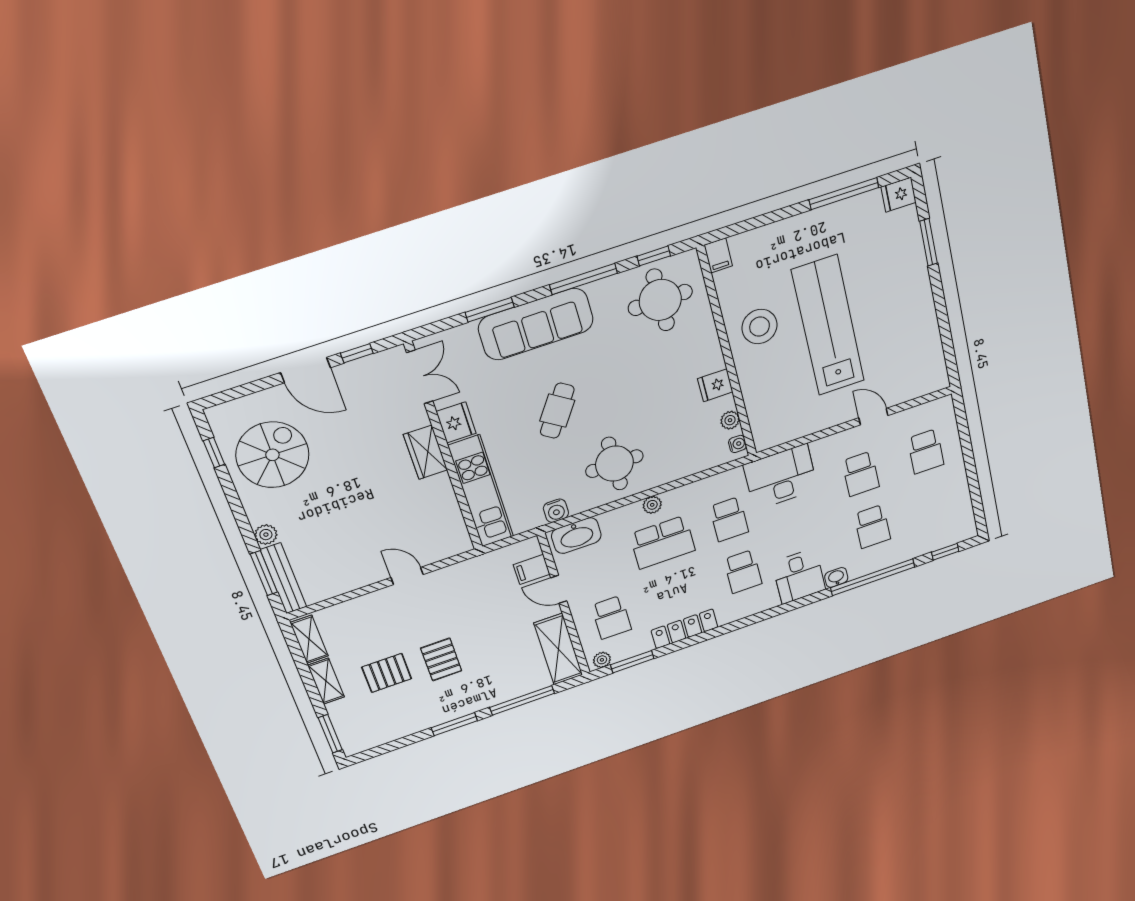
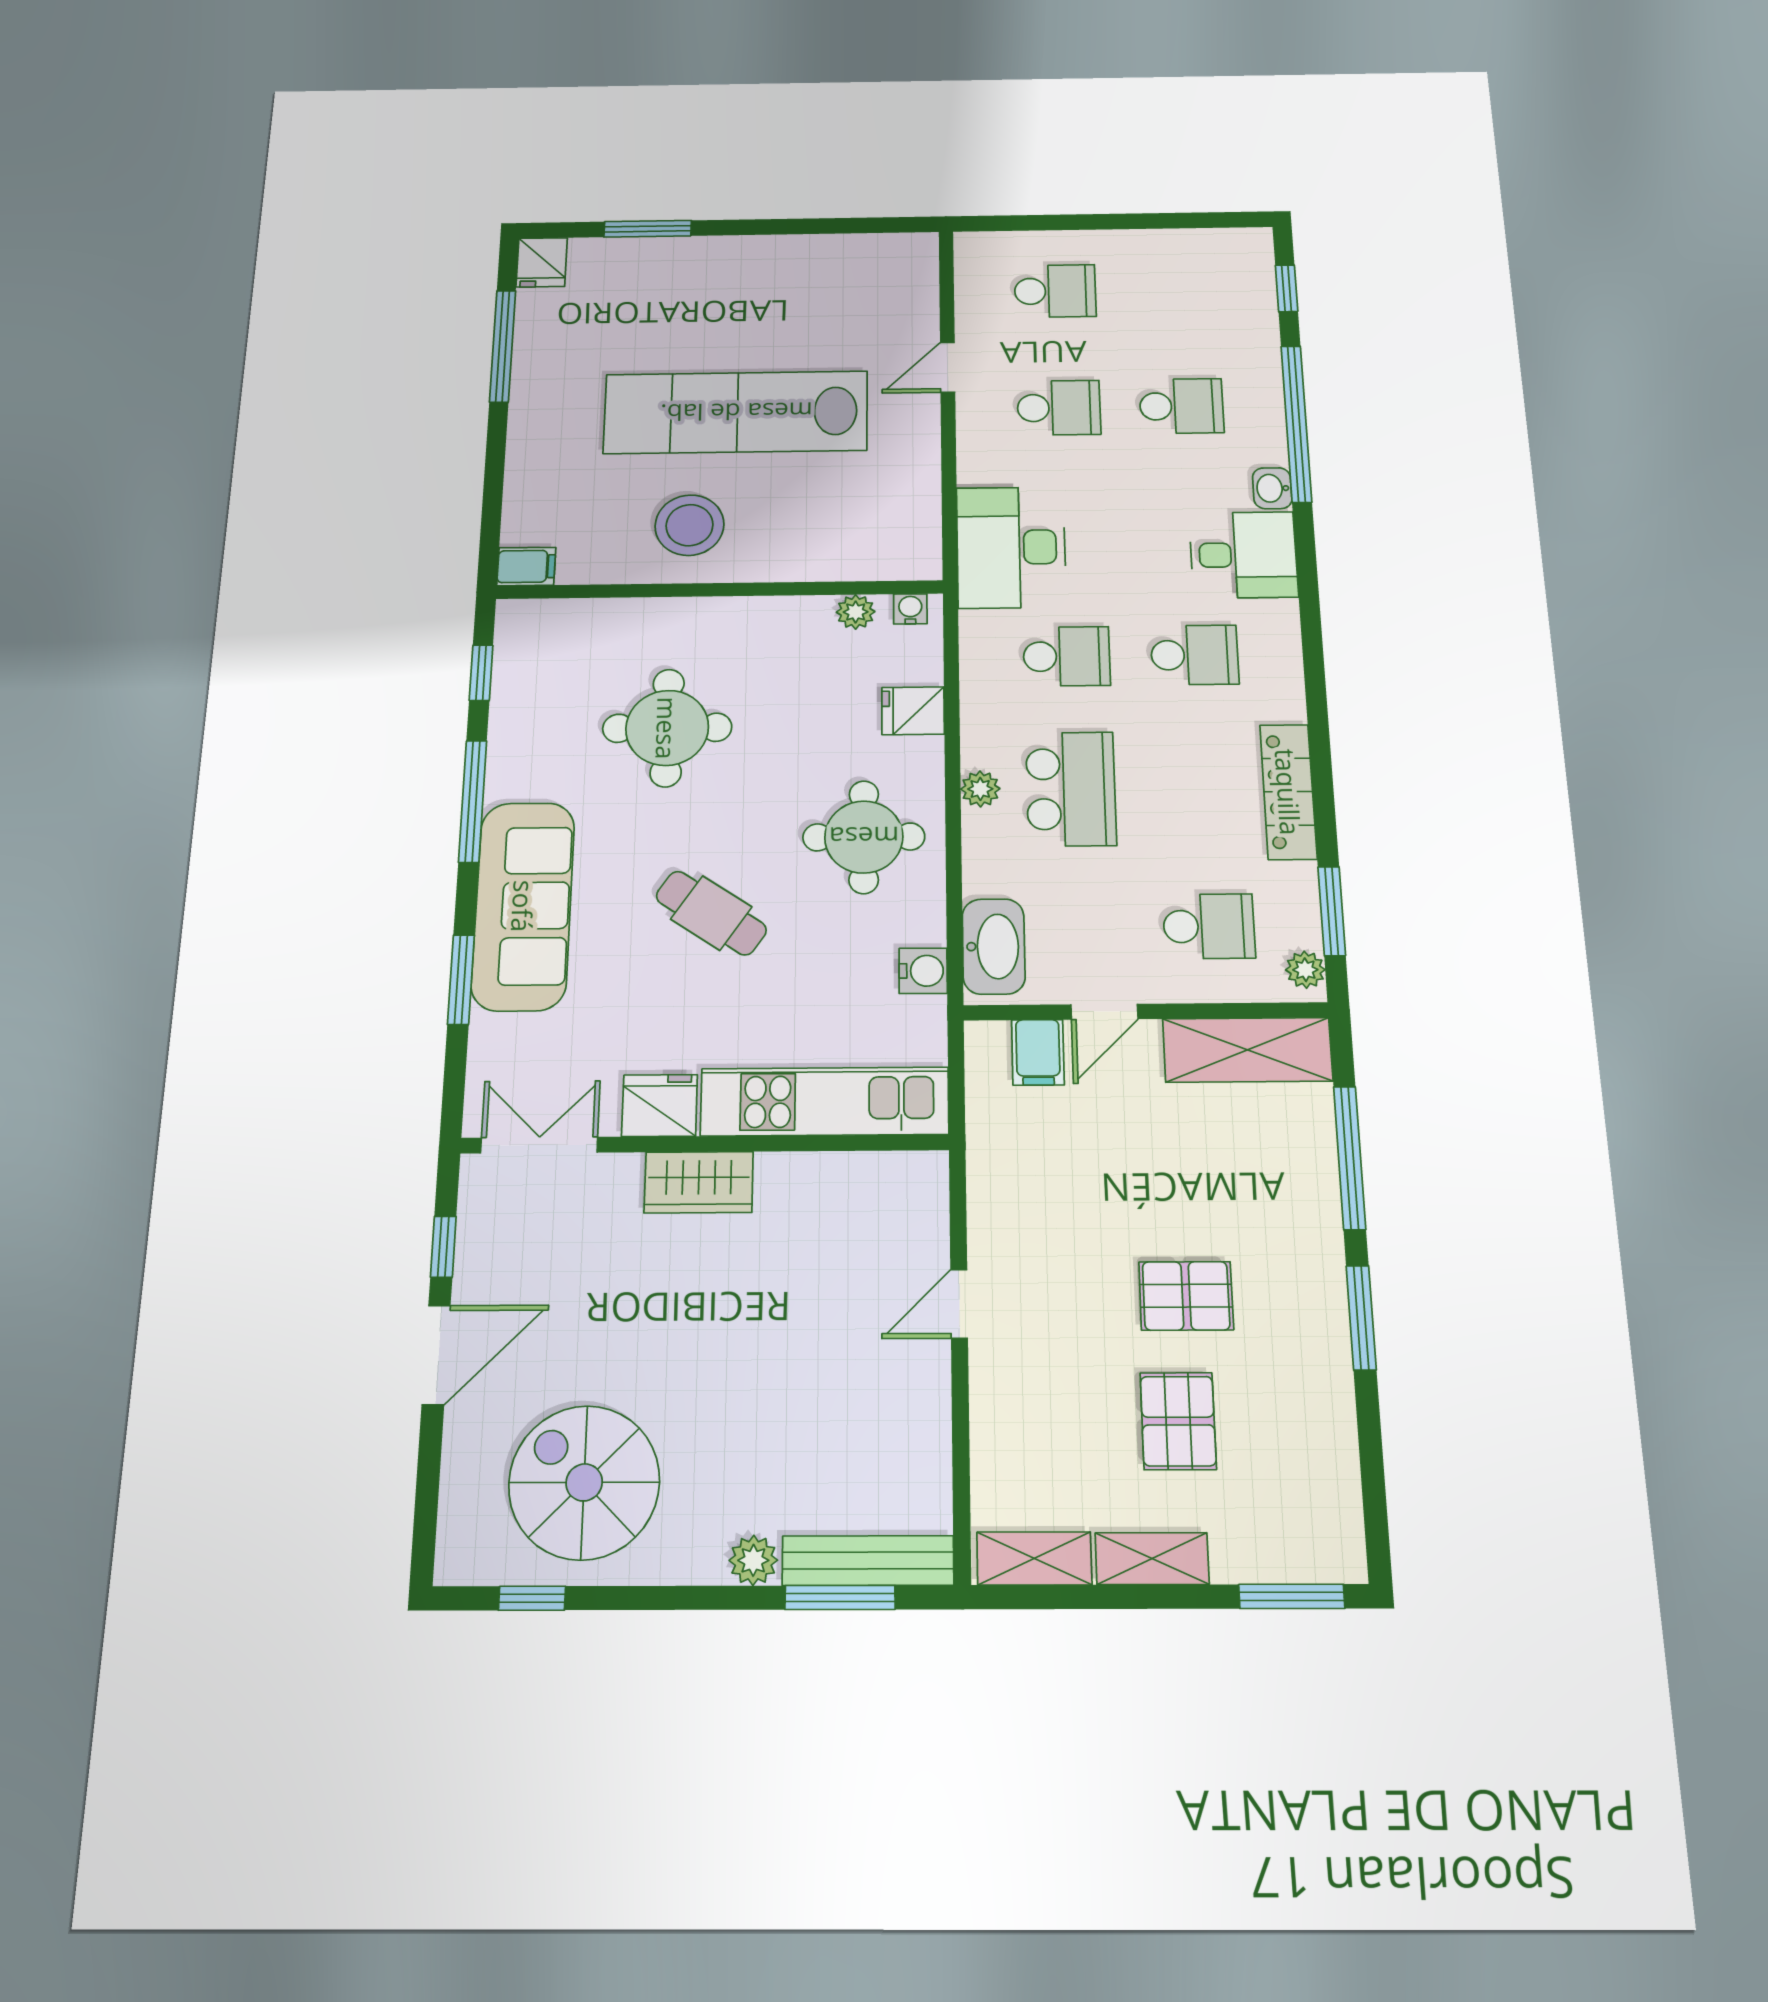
round table: (660, 300) -> (667, 728), moved
fridge: (715, 385) -> (913, 711), moved, turned 90

